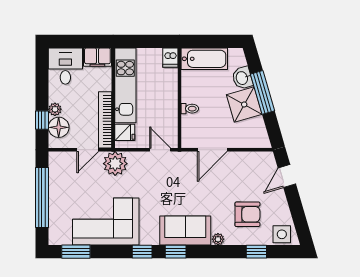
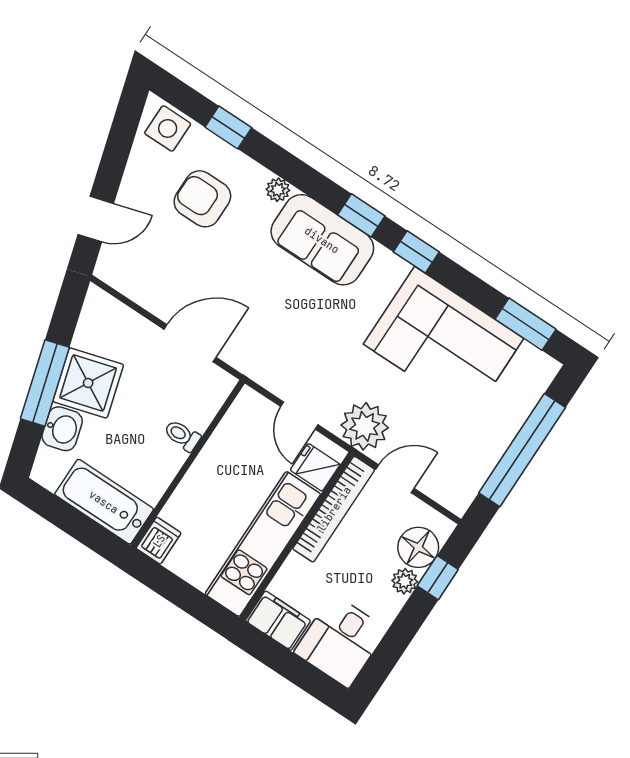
door: (160, 150) -> (299, 416), moved

